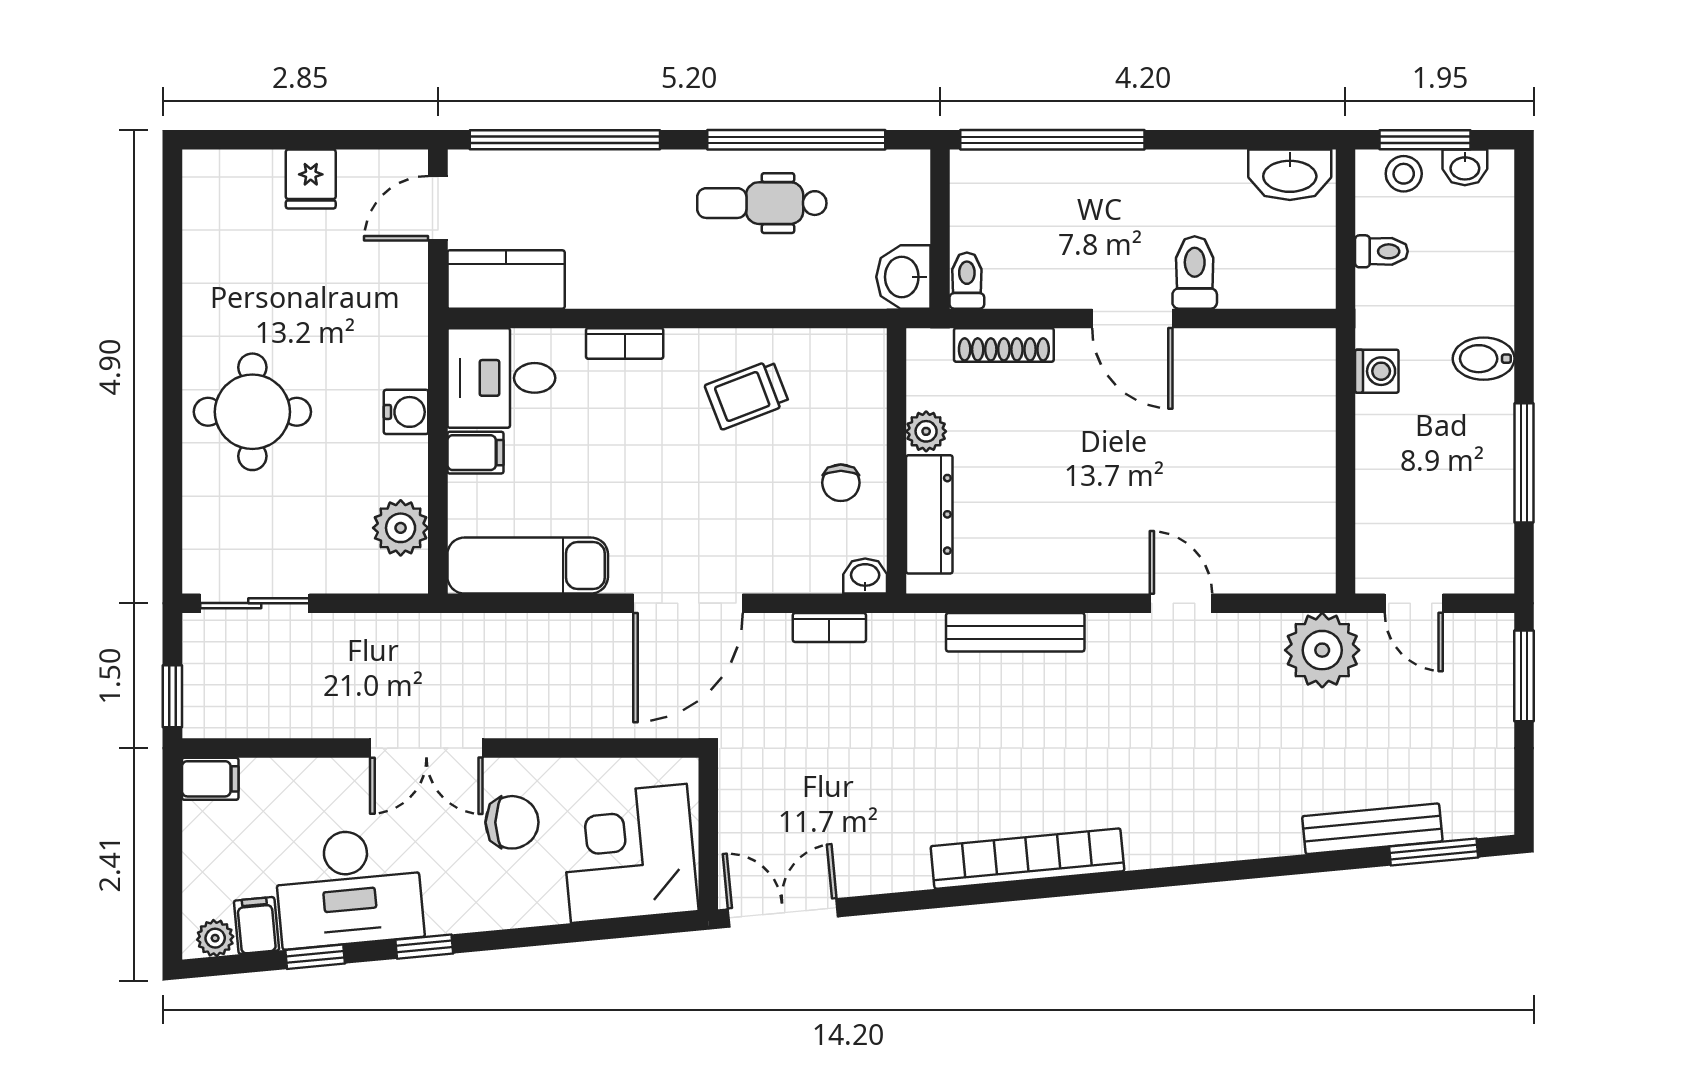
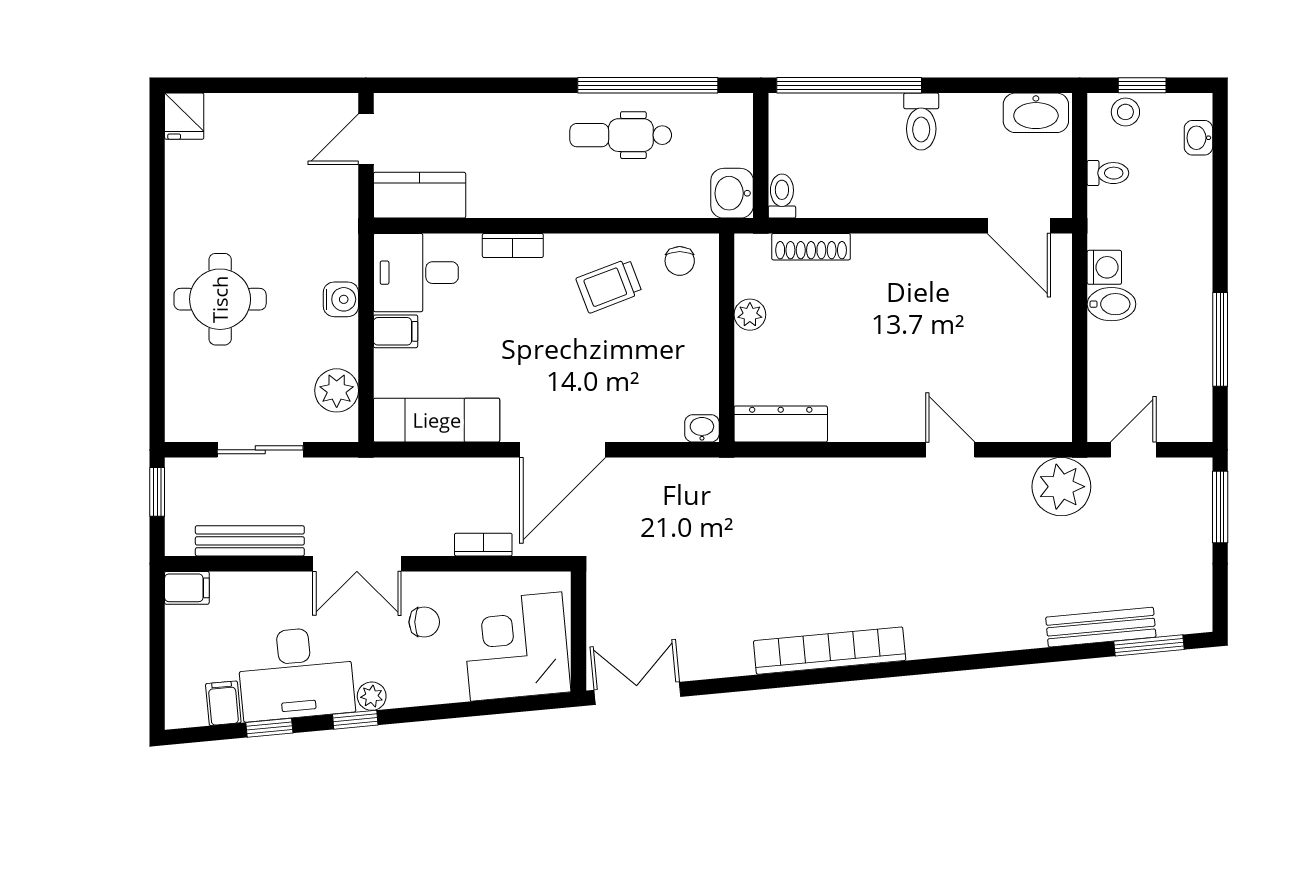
window: (565, 140) -> (466, 85), removed
window: (1425, 140) -> (1142, 85), width x0.67
washbasin: (1465, 167) -> (1198, 138), moved, turned 90
fridge: (311, 179) -> (184, 116), moved
toilet: (1195, 272) -> (921, 121), moved, turned 180
door: (1132, 318) -> (1019, 226), moved
bidet: (1484, 359) -> (1111, 304), moved, turned 180
chair: (841, 483) -> (680, 261), moved
dresser: (929, 514) -> (781, 424), moved, turned -90
sliding door: (255, 603) -> (260, 450), moved
door: (1414, 603) -> (1133, 450), swing flipped
bookcase: (829, 627) -> (483, 545), moved, turned 180
bench: (1015, 632) -> (250, 541), moved
window: (172, 696) -> (157, 492), moved
chair: (512, 822) -> (424, 622), width x0.73, depth x0.73
plant: (215, 938) -> (372, 696), moved

